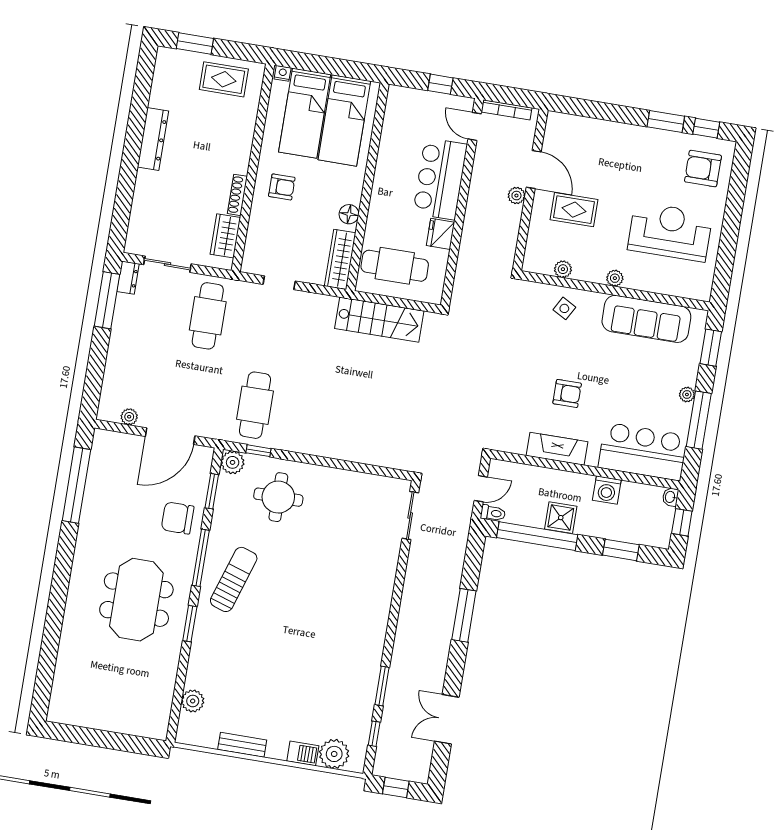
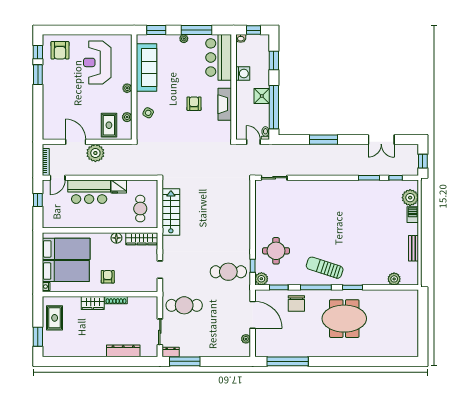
dresser: (153, 139) -> (123, 351), moved
door: (534, 170) -> (76, 142), hinge flipped
plant: (516, 196) -> (95, 153), width x1.88, depth x1.88
rug: (574, 210) -> (109, 125), moved
wardrobe: (225, 236) -> (93, 303), moved
cafe table: (395, 266) -> (140, 209), width x0.73, depth x0.74

